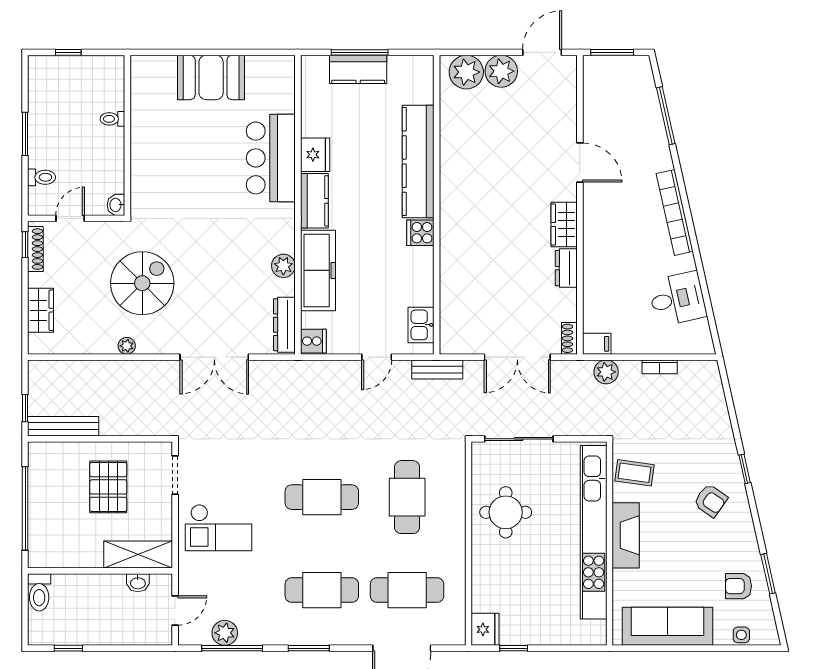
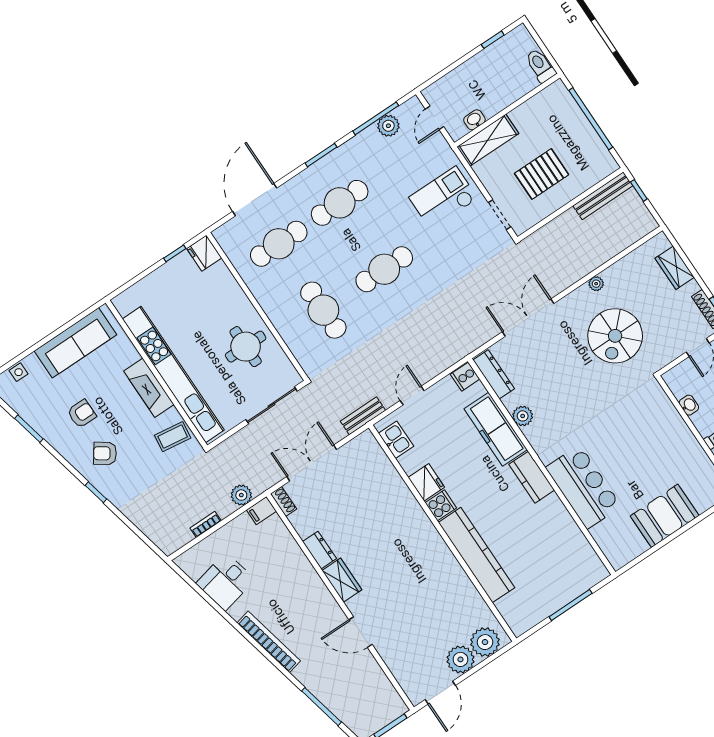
kitchen counter: (358, 69) -> (564, 592), removed
fridge: (315, 155) -> (426, 482), moved, turned 180
washbasin: (116, 205) -> (689, 405), moved
pallet: (108, 487) -> (542, 174), turned 90
armchair: (738, 586) -> (82, 414), moved

